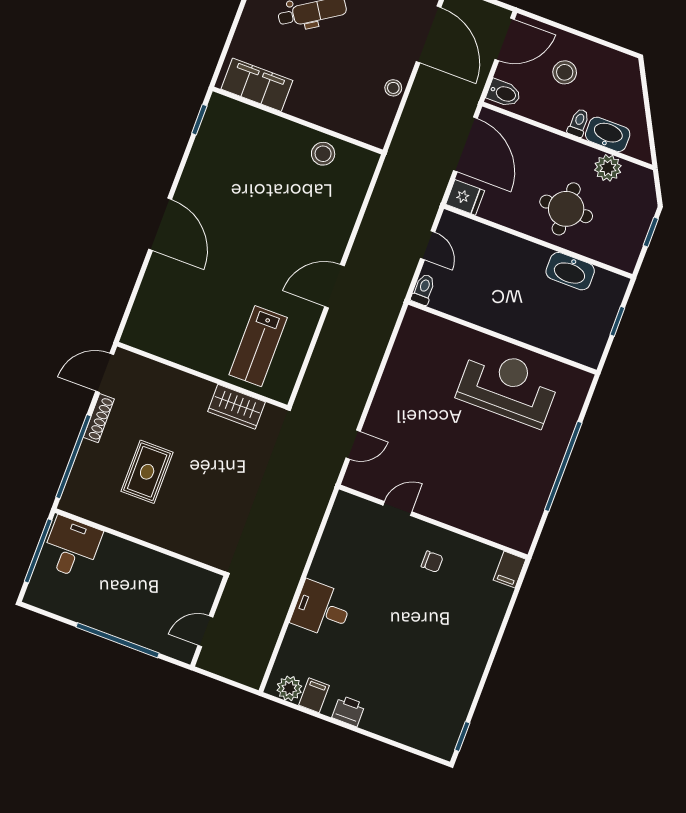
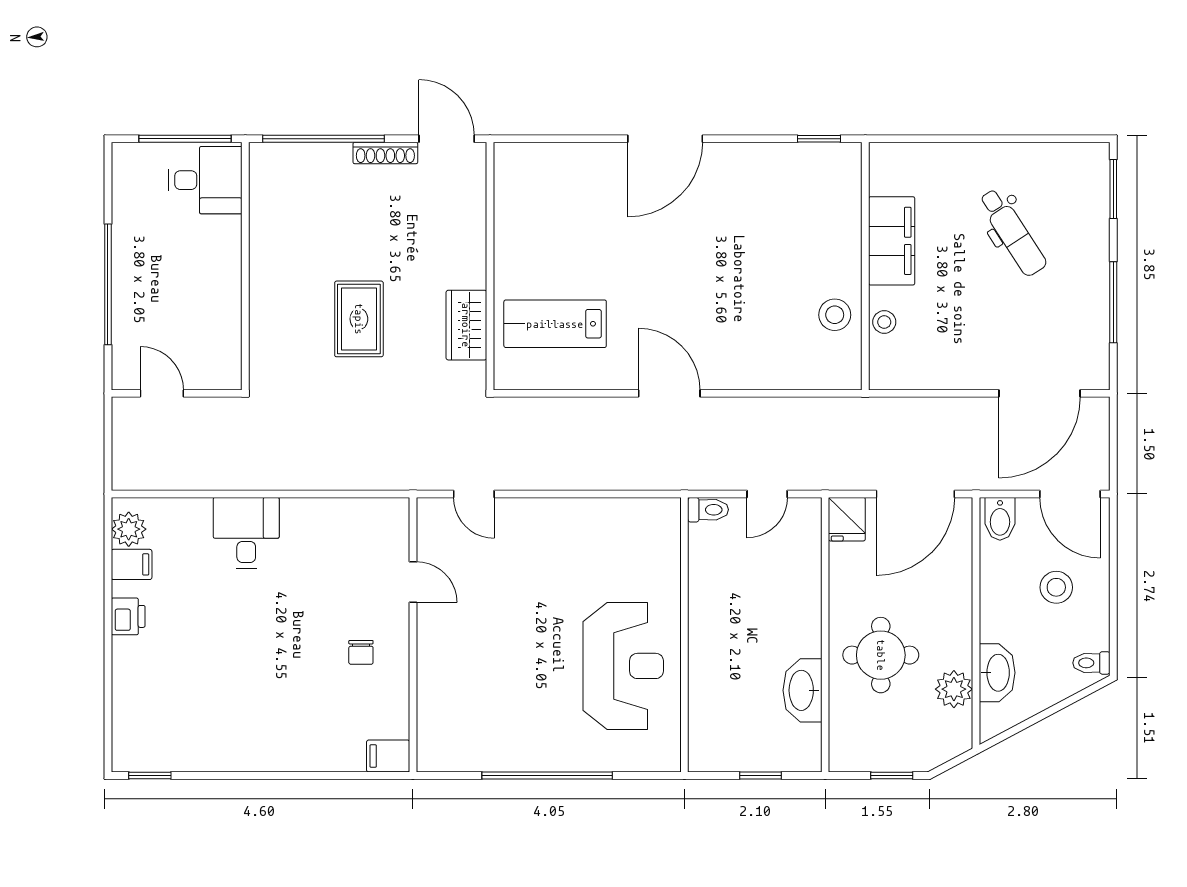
filing cabinet: (257, 85) -> (892, 241), moved
stool: (393, 88) -> (884, 322), moved
toilet: (579, 123) -> (1091, 663), moved, turned 180
rug: (147, 472) -> (359, 319), moved, turned 90

